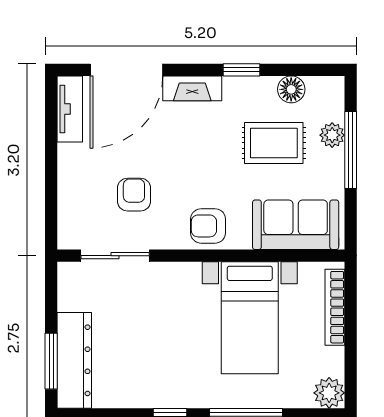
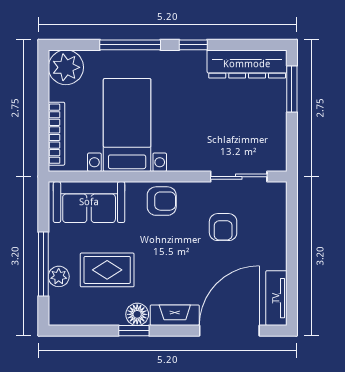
floor lamp: (291, 89) -> (137, 314), moved
dresser: (74, 360) -> (247, 64), moved, turned -90
plant: (329, 393) -> (66, 67), width x1.36, depth x1.36

